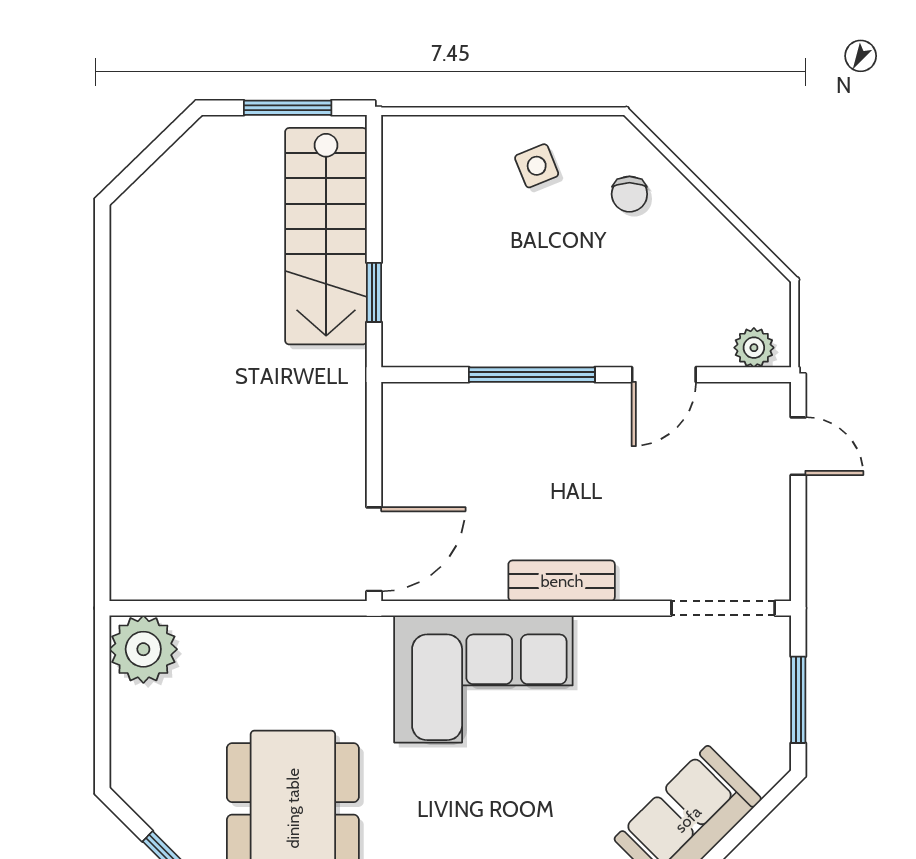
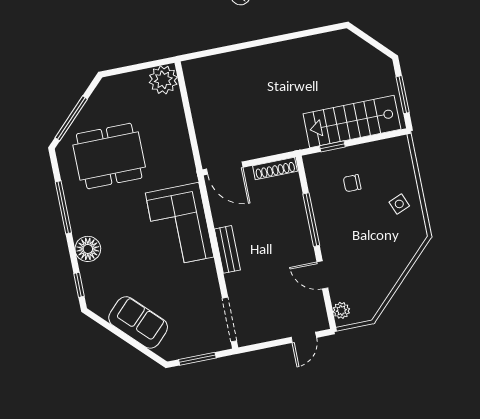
chair: (629, 194) -> (352, 183), moved
shoe rack: (398, 434) -> (275, 168), added

